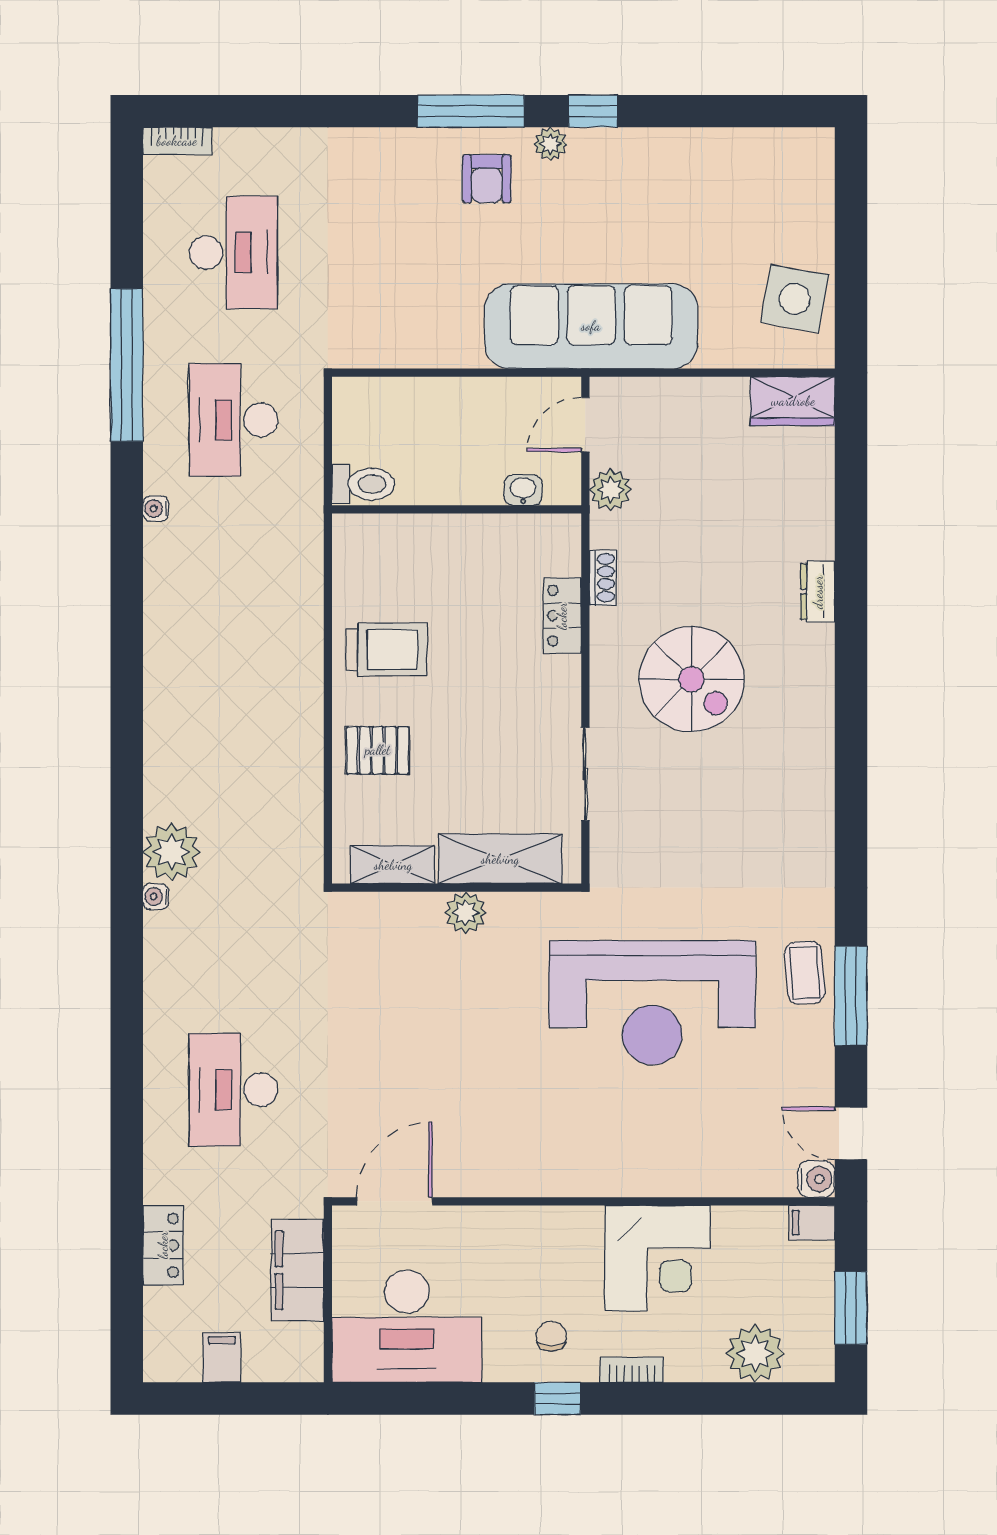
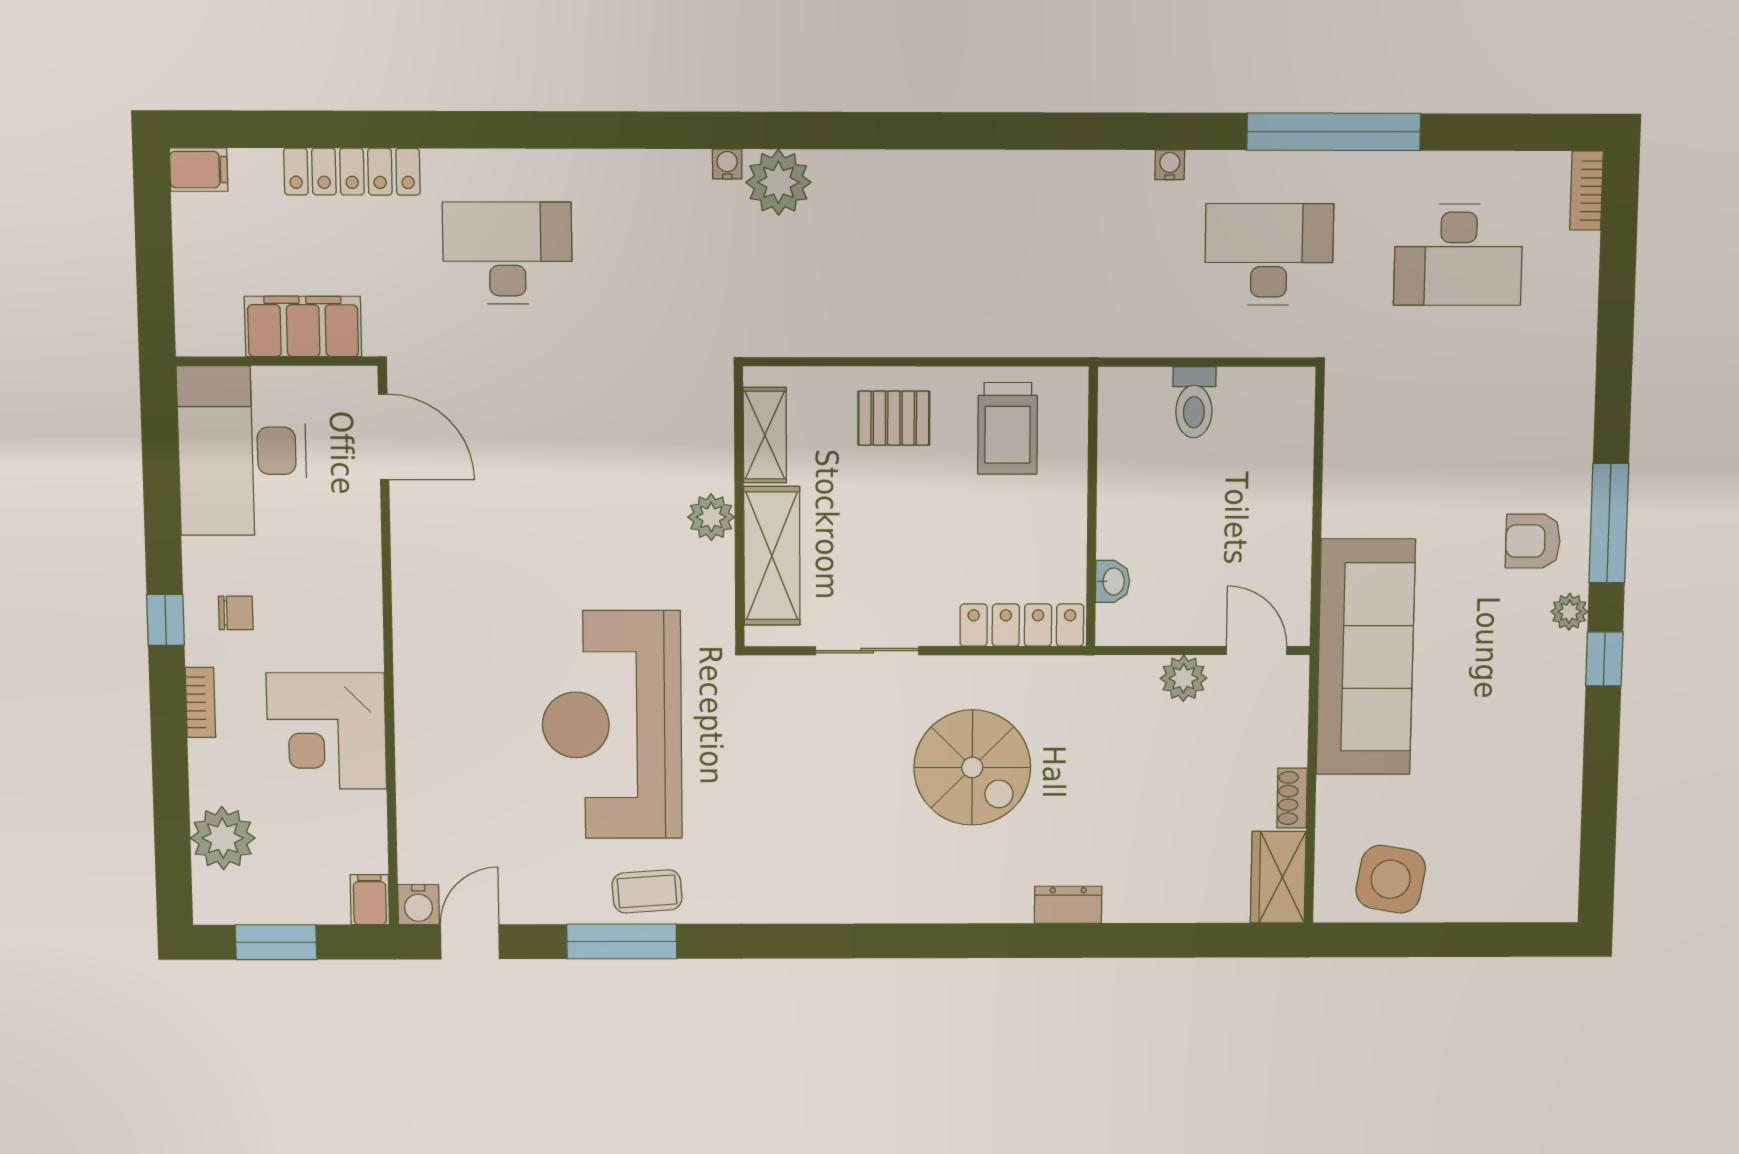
washbasin: (523, 490) -> (1113, 581), moved
wall: (457, 509) -> (1092, 507), moved
shoe rack: (603, 578) -> (1292, 798), moved, turned 90
locker: (562, 616) -> (1022, 625), width x1.53
spiral stairs: (691, 679) -> (972, 767), turned -90
pallet: (378, 750) -> (894, 418), turned 90
locker: (163, 1245) -> (352, 172), width x1.53
filing cabinet: (222, 1358) -> (199, 170), moved

